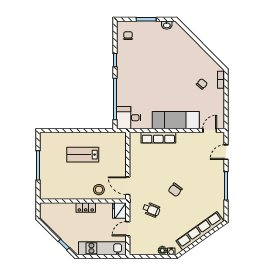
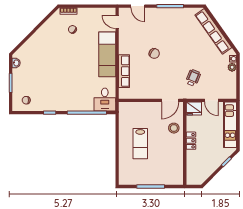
chair: (175, 190) -> (154, 53), moved

